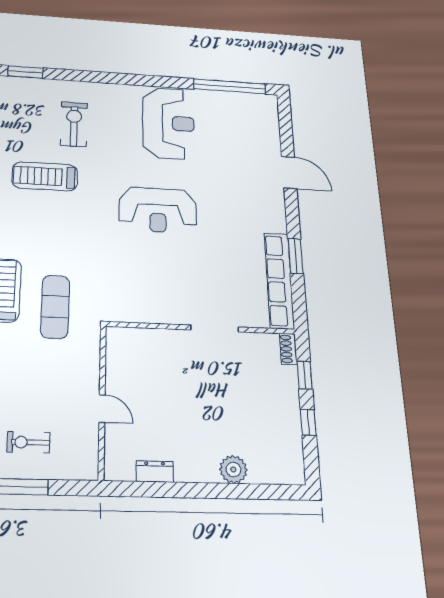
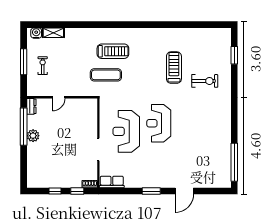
reception desk: (168, 123) -> (126, 131), moved, turned 90
window: (296, 256) -> (151, 191), moved
row of seats: (279, 280) -> (112, 182), width x0.50
plant: (233, 469) -> (33, 136), moved
dresser: (155, 472) -> (31, 106), moved
window: (169, 490) -> (24, 127), added

